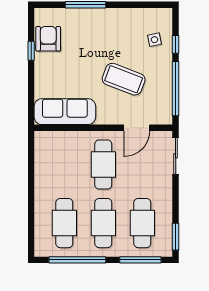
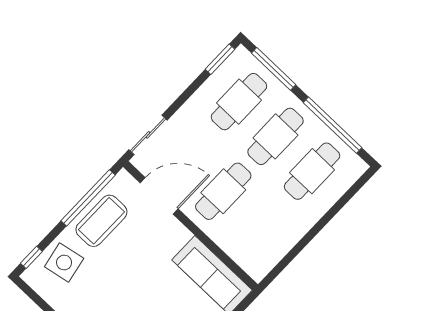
side table: (154, 40) -> (64, 263), width x1.87, depth x1.87
window: (176, 44) -> (31, 257), moved
coffee table: (124, 79) -> (101, 221), moved, turned 69
door: (137, 128) -> (159, 196), width x1.36

